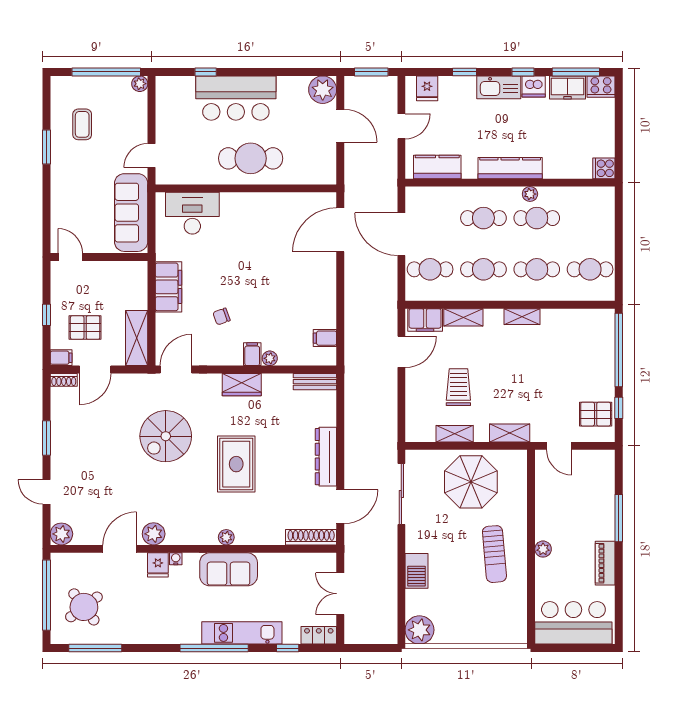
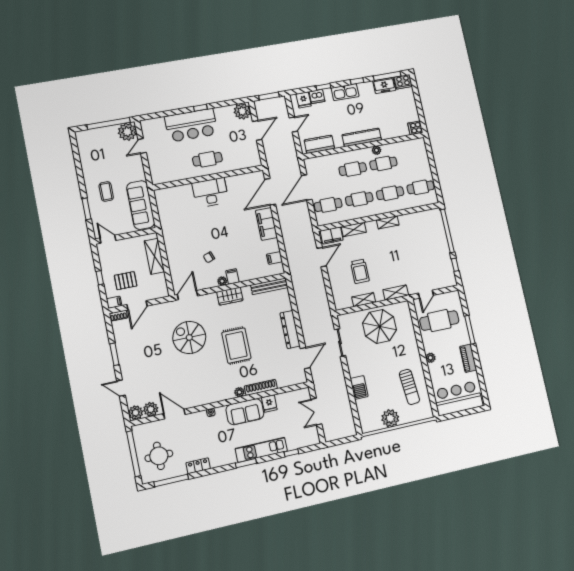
window: (206, 72) -> (200, 108), moved
plant: (140, 84) -> (127, 132), width x1.87, depth x1.87
dishwasher: (534, 86) -> (317, 96), moved
coffee table: (82, 124) -> (106, 191), moved
door: (340, 126) -> (257, 130), hinge flipped
window: (47, 147) -> (87, 209), moved
door: (151, 155) -> (142, 146), moved
cafe table: (251, 158) -> (207, 159), width x0.73, depth x0.74
desk: (192, 213) -> (210, 192), moved
door: (401, 234) -> (307, 188), hinge flipped
filing cabinet: (168, 287) -> (266, 224), moved, turned 180
shelving: (137, 338) -> (154, 256), moved
plant: (270, 358) -> (222, 281), moved
bench: (315, 382) -> (269, 286), width x1.36
trolley: (458, 387) -> (360, 271), turned 180
pallet: (596, 414) -> (443, 271), removed
spiral stairs: (166, 436) -> (189, 337), turned 90
door: (559, 446) -> (426, 294), hinge flipped
cafe table: (571, 493) -> (439, 321), added
sliding door: (401, 494) -> (340, 343), width x0.73
plant: (154, 534) -> (151, 409), moved
shoe rack: (311, 537) -> (261, 387), moved
door: (120, 549) -> (174, 414), hinge flipped
sun lounger: (494, 554) -> (409, 387), moved
fridge: (158, 565) -> (269, 403), moved
round table: (84, 607) -> (159, 456), turned 37
plant: (419, 630) -> (390, 418), moved
locker: (319, 635) -> (198, 466), moved
window: (214, 648) -> (246, 463), width x0.47

